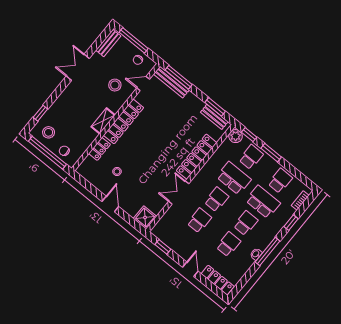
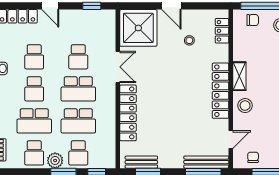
stool: (115, 85) -> (245, 106), moved
plant: (236, 136) -> (55, 160), moved
locker: (100, 149) -> (222, 31), moved
school desk: (217, 199) -> (78, 89), width x1.85
shower: (145, 217) -> (138, 28), width x1.86, depth x1.86

